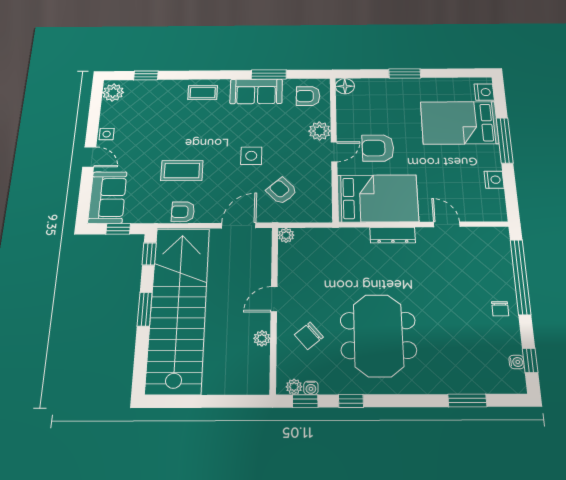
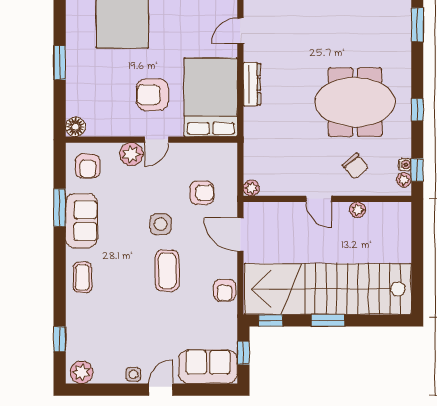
armchair: (378, 148) -> (152, 95), turned 90
door: (334, 152) -> (156, 140), swing flipped
coffee table: (182, 171) -> (167, 271), moved
armchair: (282, 191) -> (202, 193), turned -137
window: (351, 401) -> (417, 109), moved

